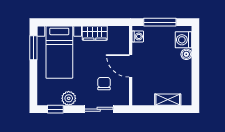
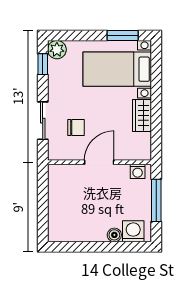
plant: (69, 98) -> (57, 50), moved
shelving: (168, 100) -> (55, 211), removed

